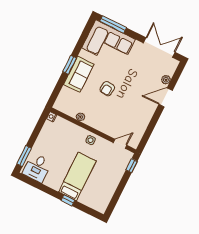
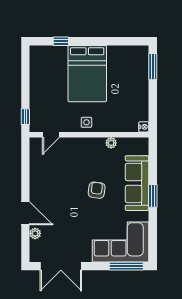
sofa: (79, 74) -> (137, 183), width x1.36
door: (166, 97) -> (25, 213), hinge flipped
desk: (37, 168) -> (131, 61), removed
bed: (77, 176) -> (87, 74), width x1.50
window: (68, 200) -> (61, 41), moved

